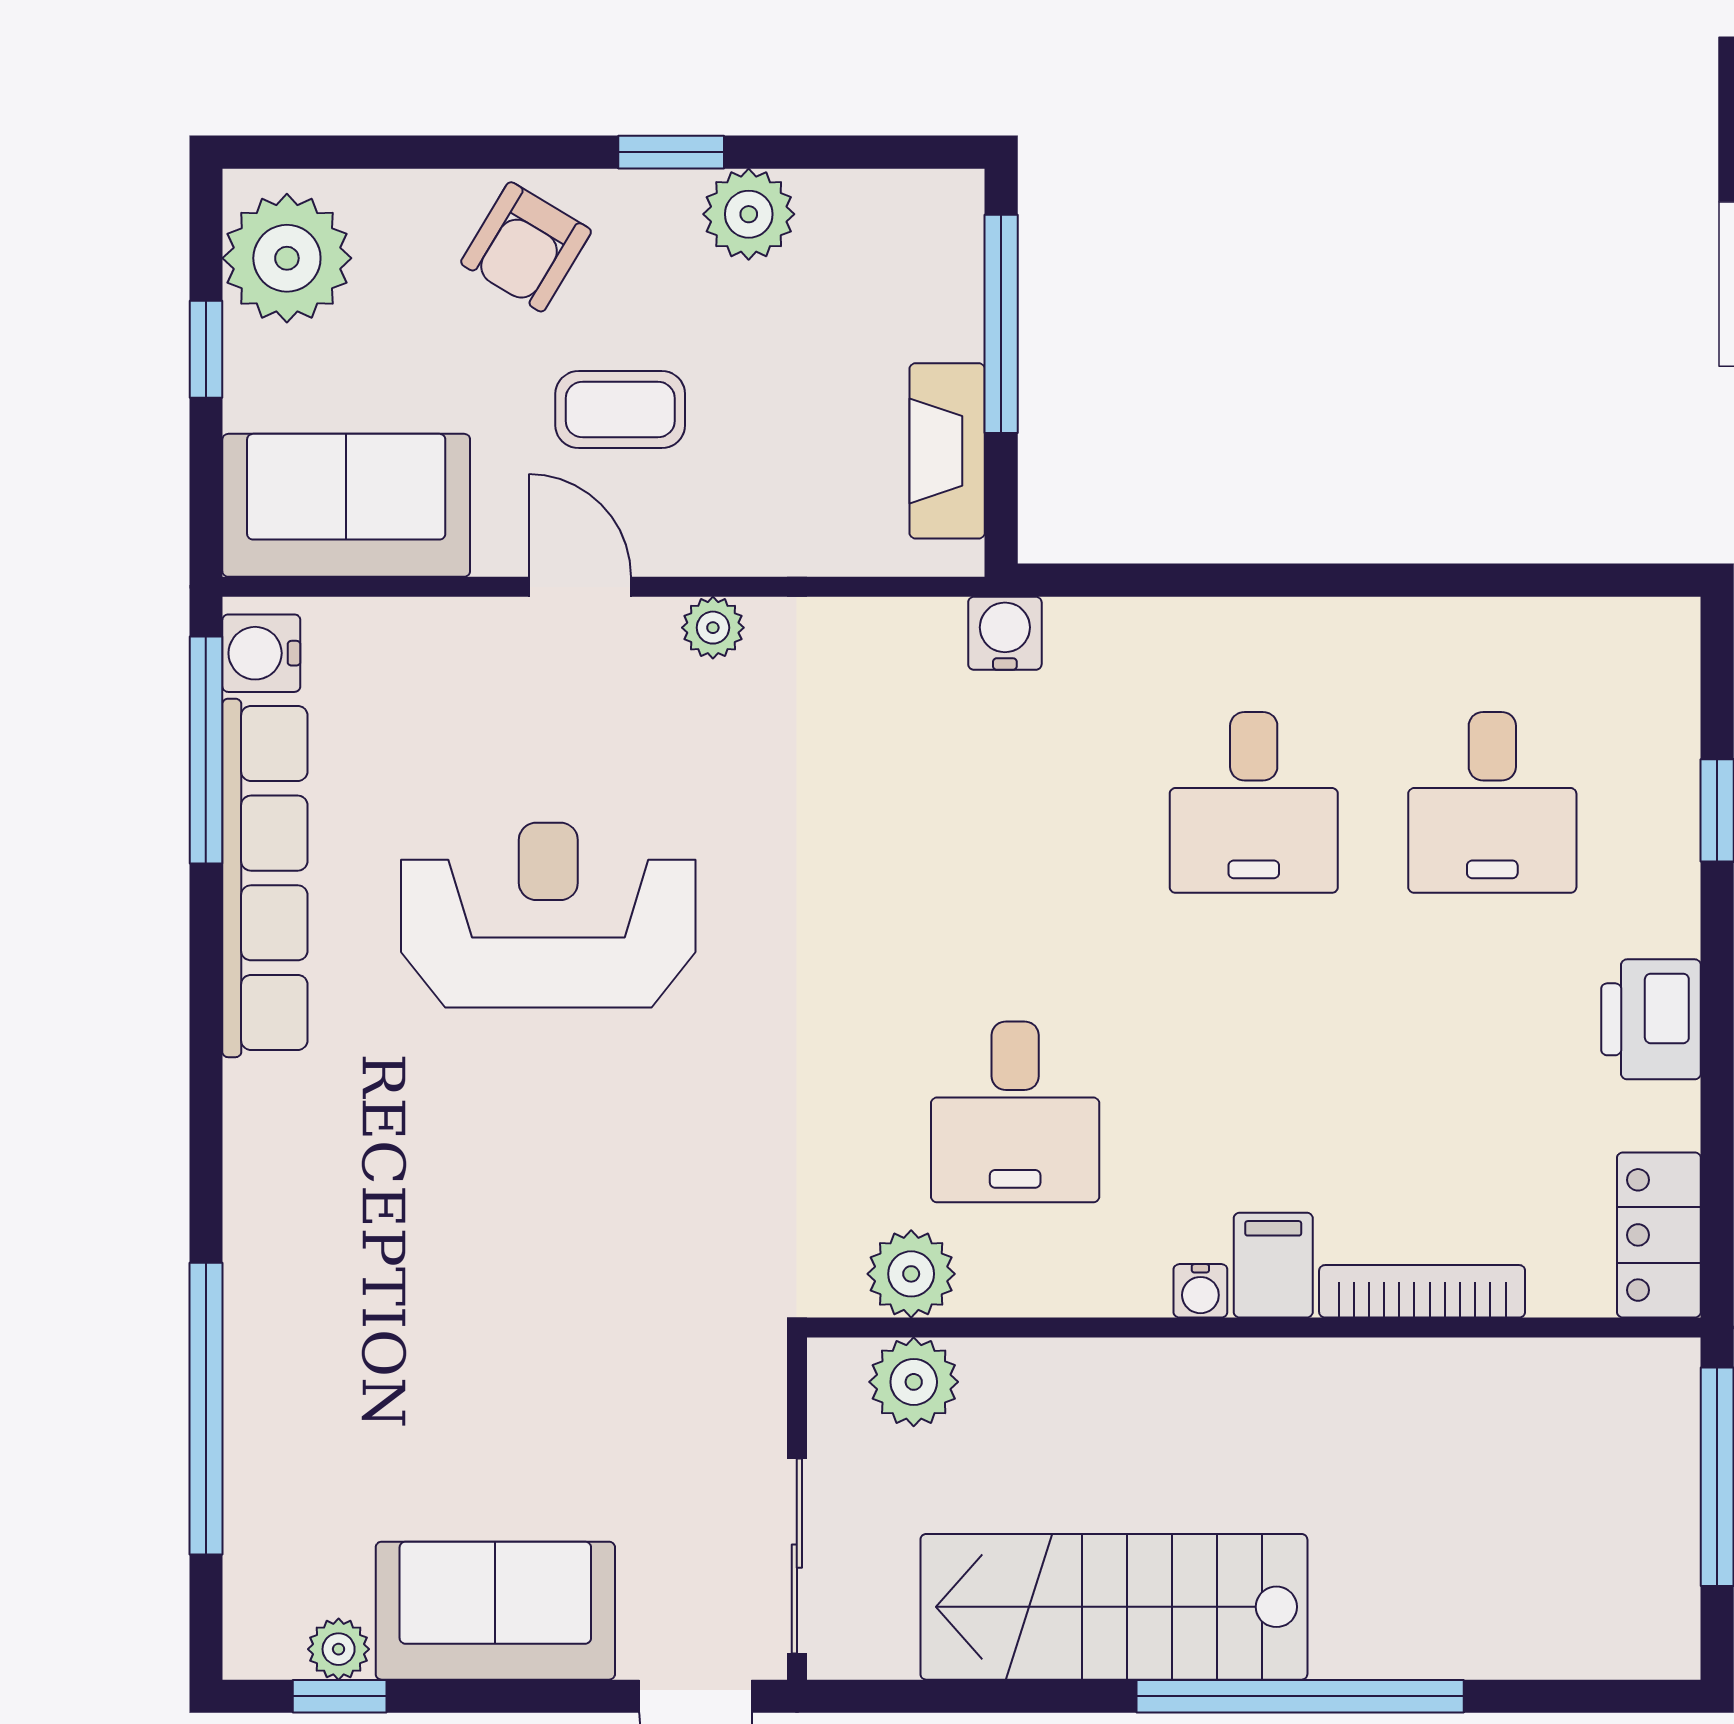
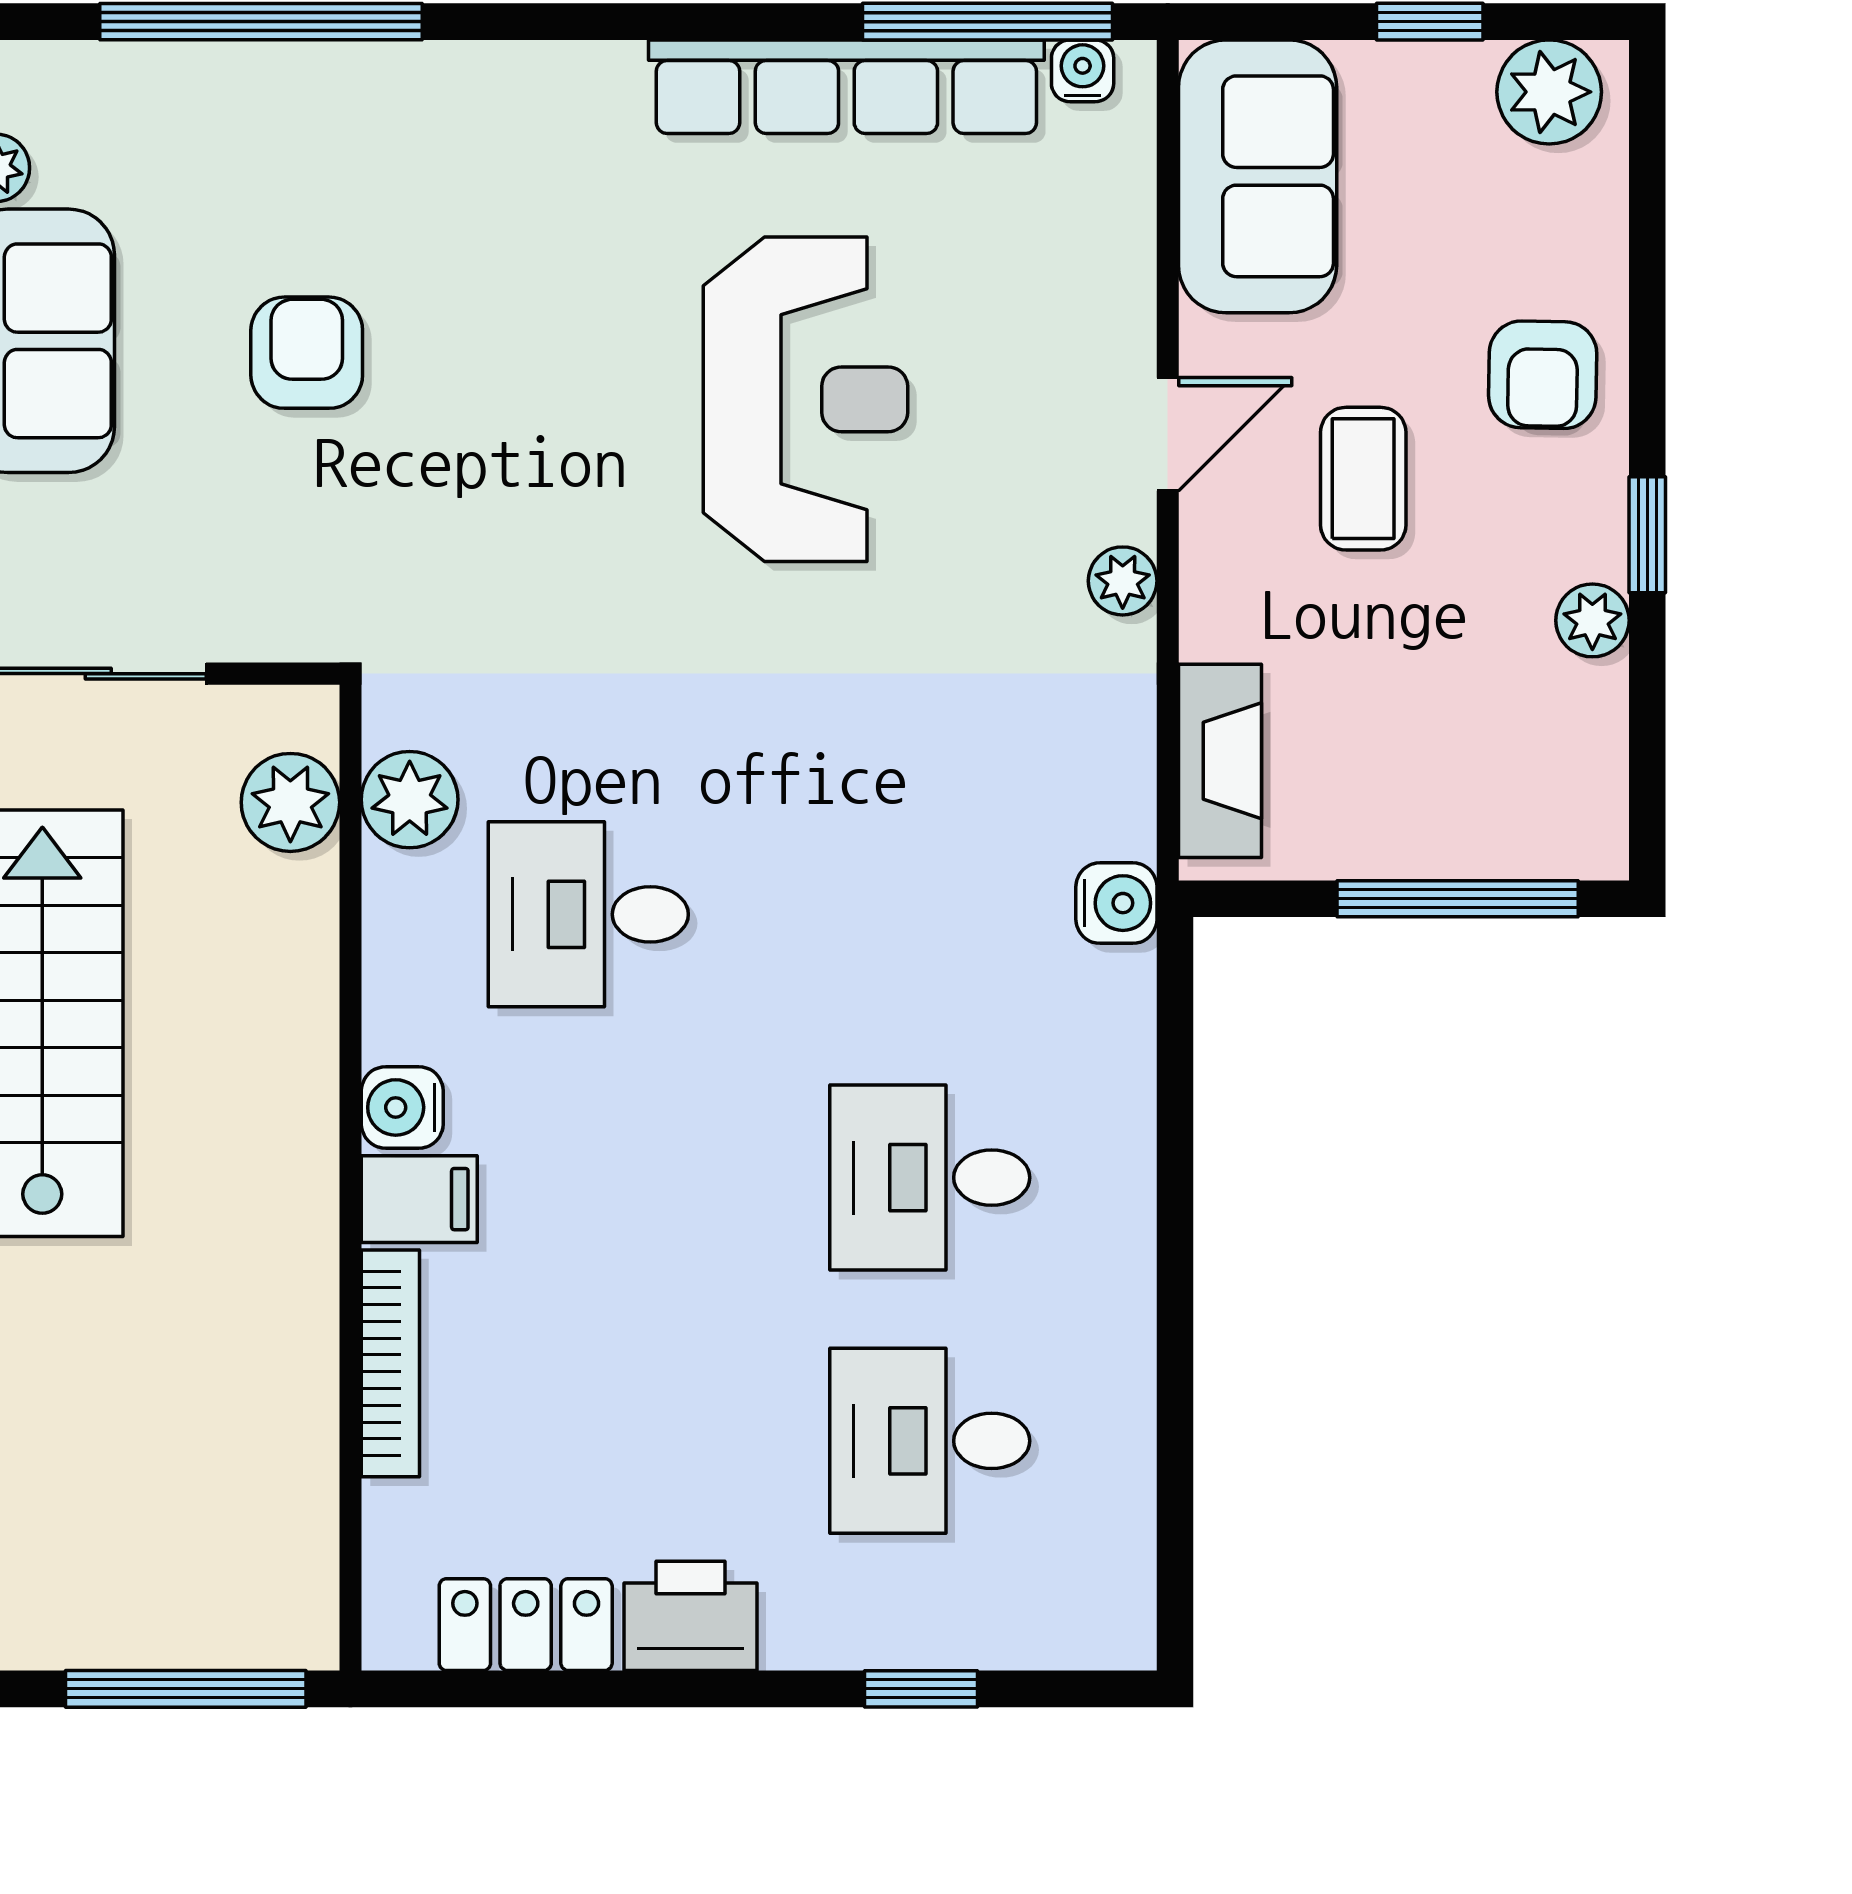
plant: (749, 214) -> (1592, 620), width x0.73, depth x0.73
armchair: (526, 247) -> (1543, 375), turned -120
plant: (287, 258) -> (1549, 92), width x0.73, depth x0.73
fireplace: (947, 451) -> (1220, 761), moved, turned 90
water cooler: (261, 653) -> (1083, 71), width x0.72, depth x0.72
locker: (1659, 1235) -> (526, 1625), moved
water cooler: (1200, 1291) -> (402, 1107), width x1.38, depth x1.38
armchair: (506, 1367) -> (307, 353), added

